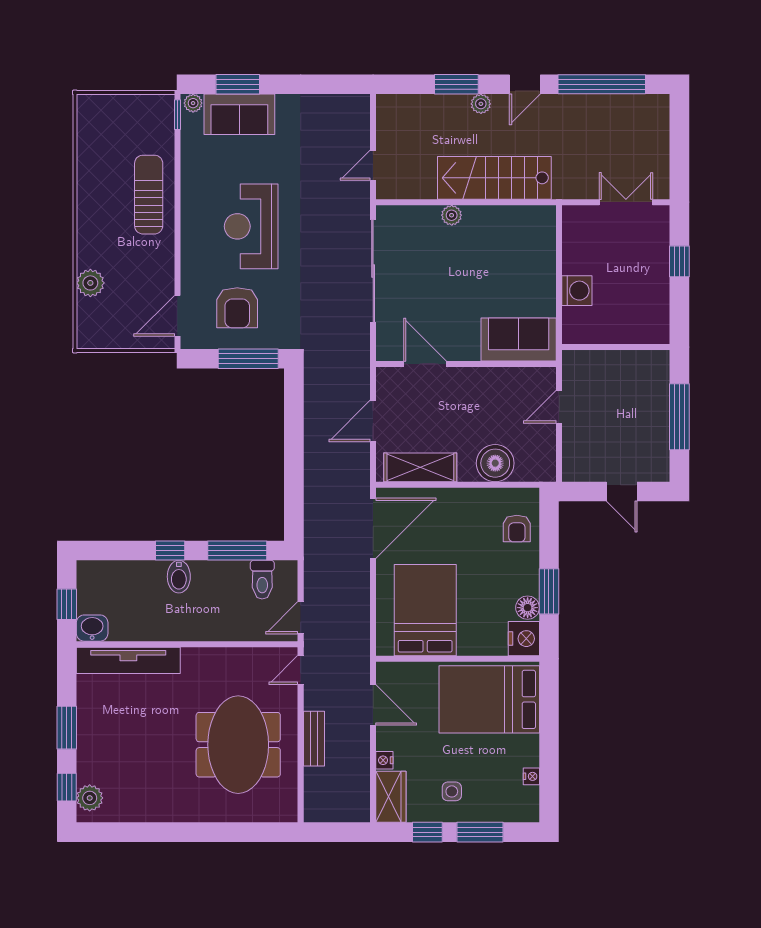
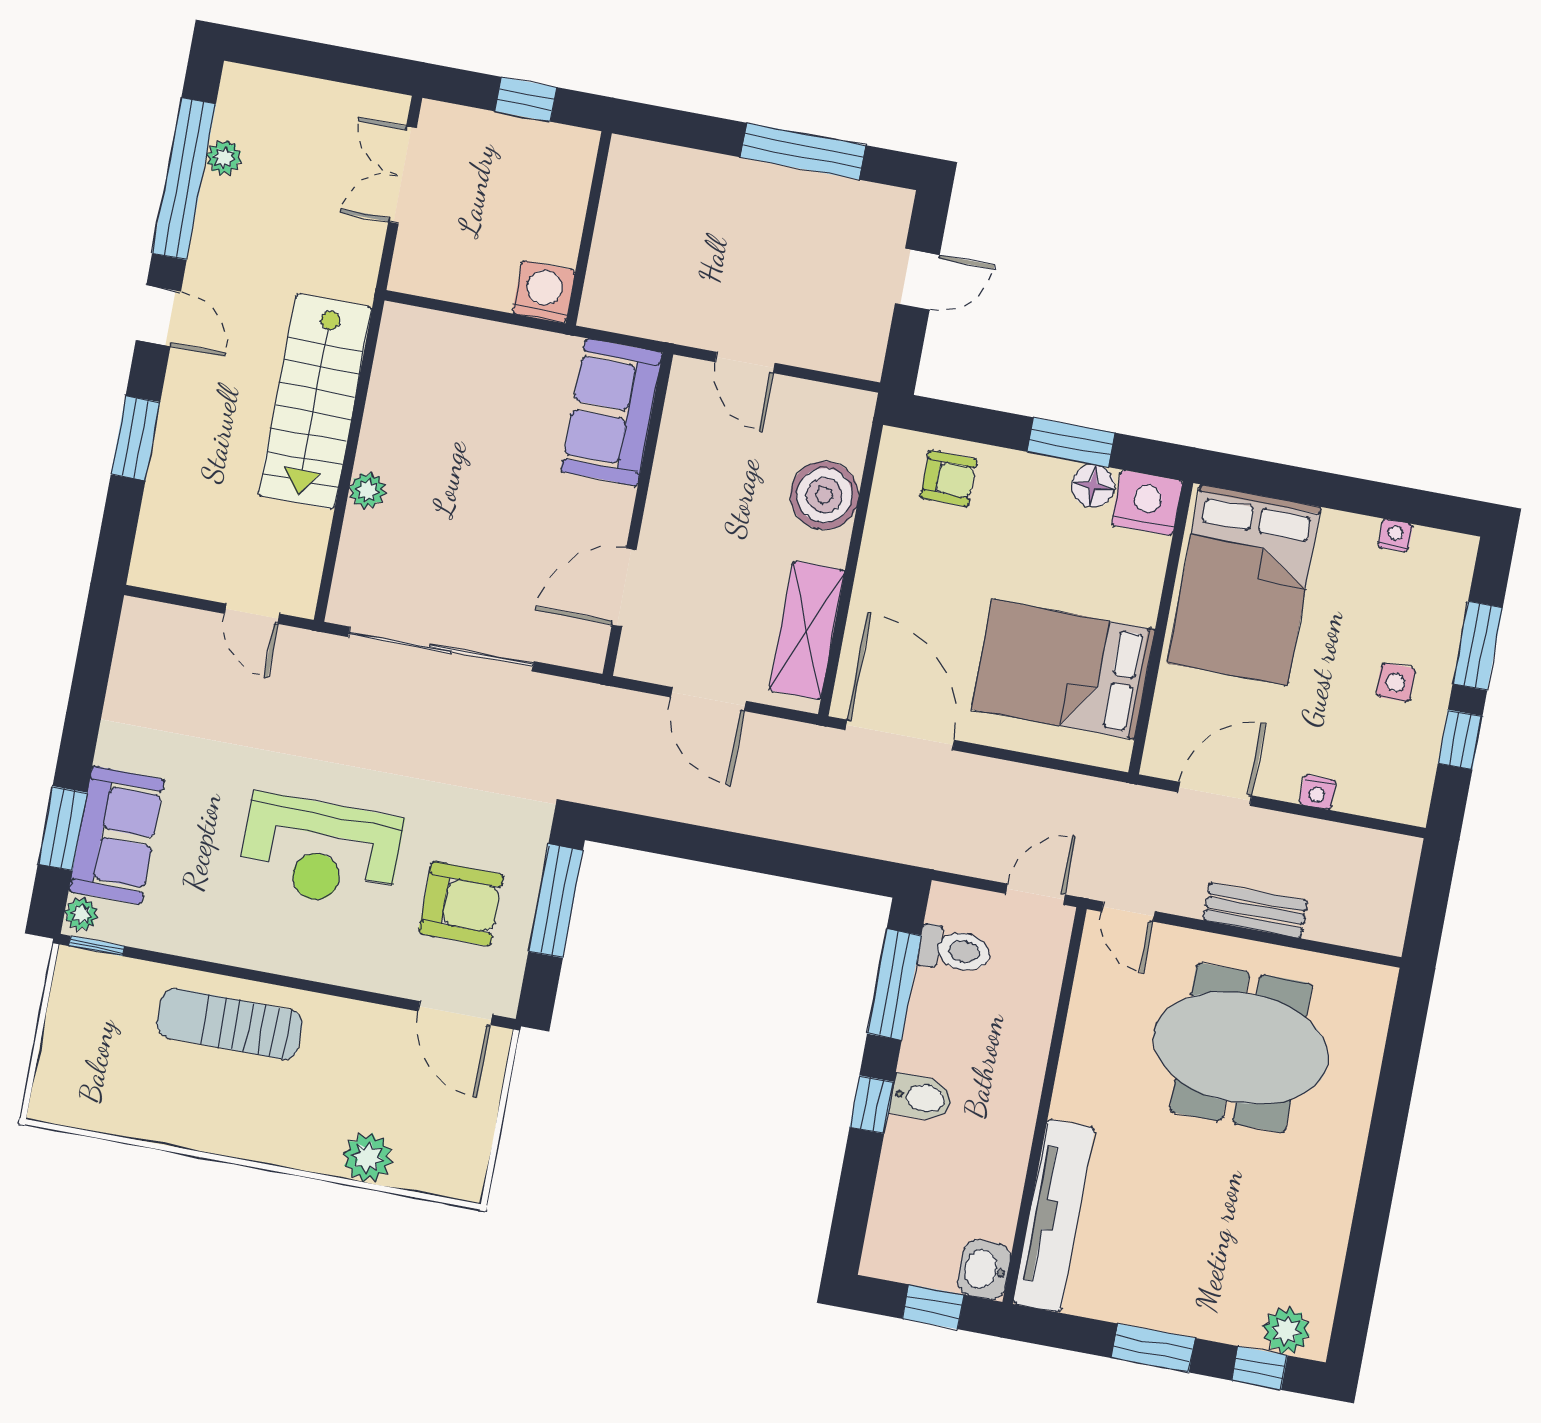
plant: (481, 104) -> (224, 158), moved
wall: (616, 347) -> (589, 228), moved
door: (301, 618) -> (1035, 894), swing flipped
wardrobe: (391, 797) -> (1385, 793), removed

